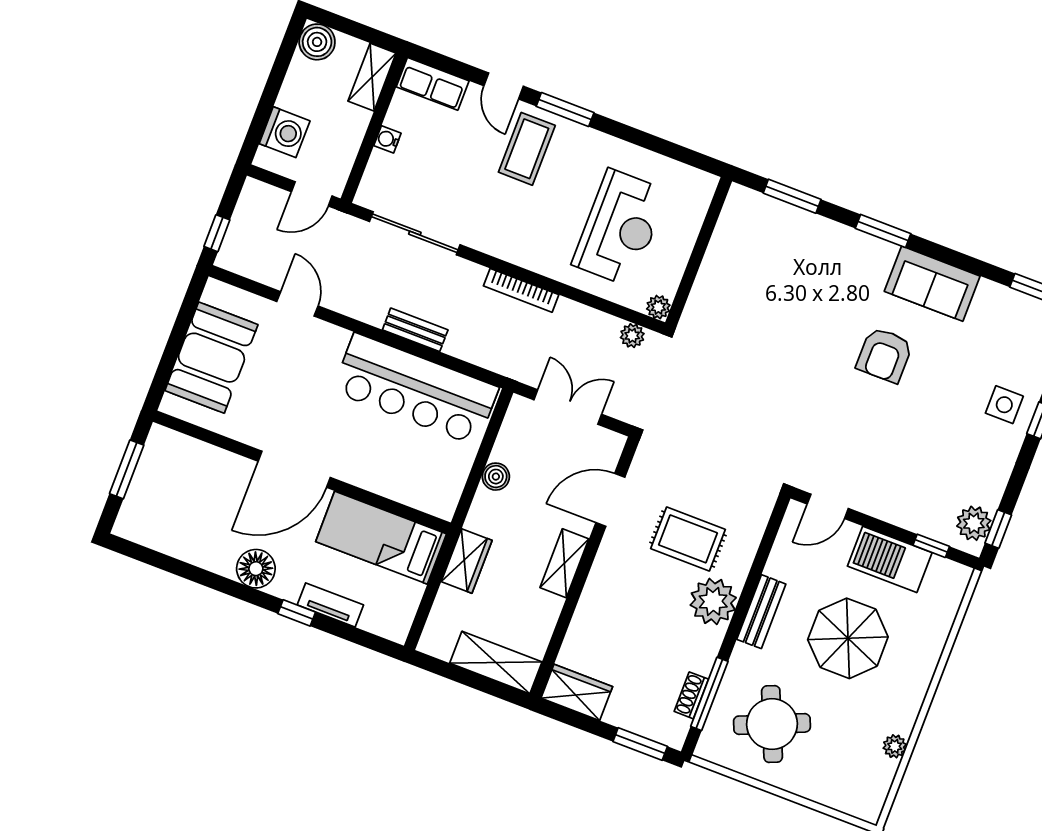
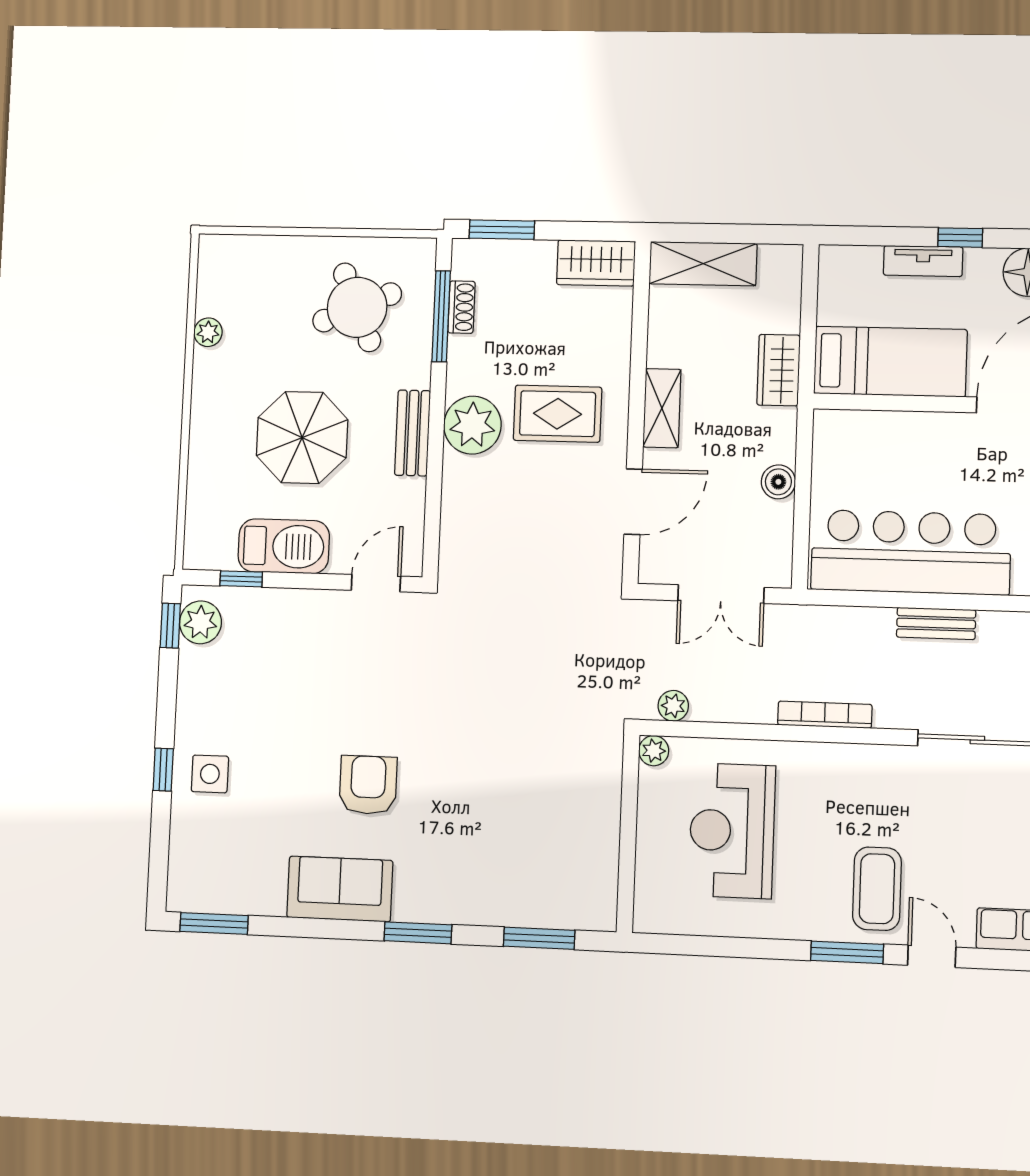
rug: (688, 539) -> (558, 414), moved

